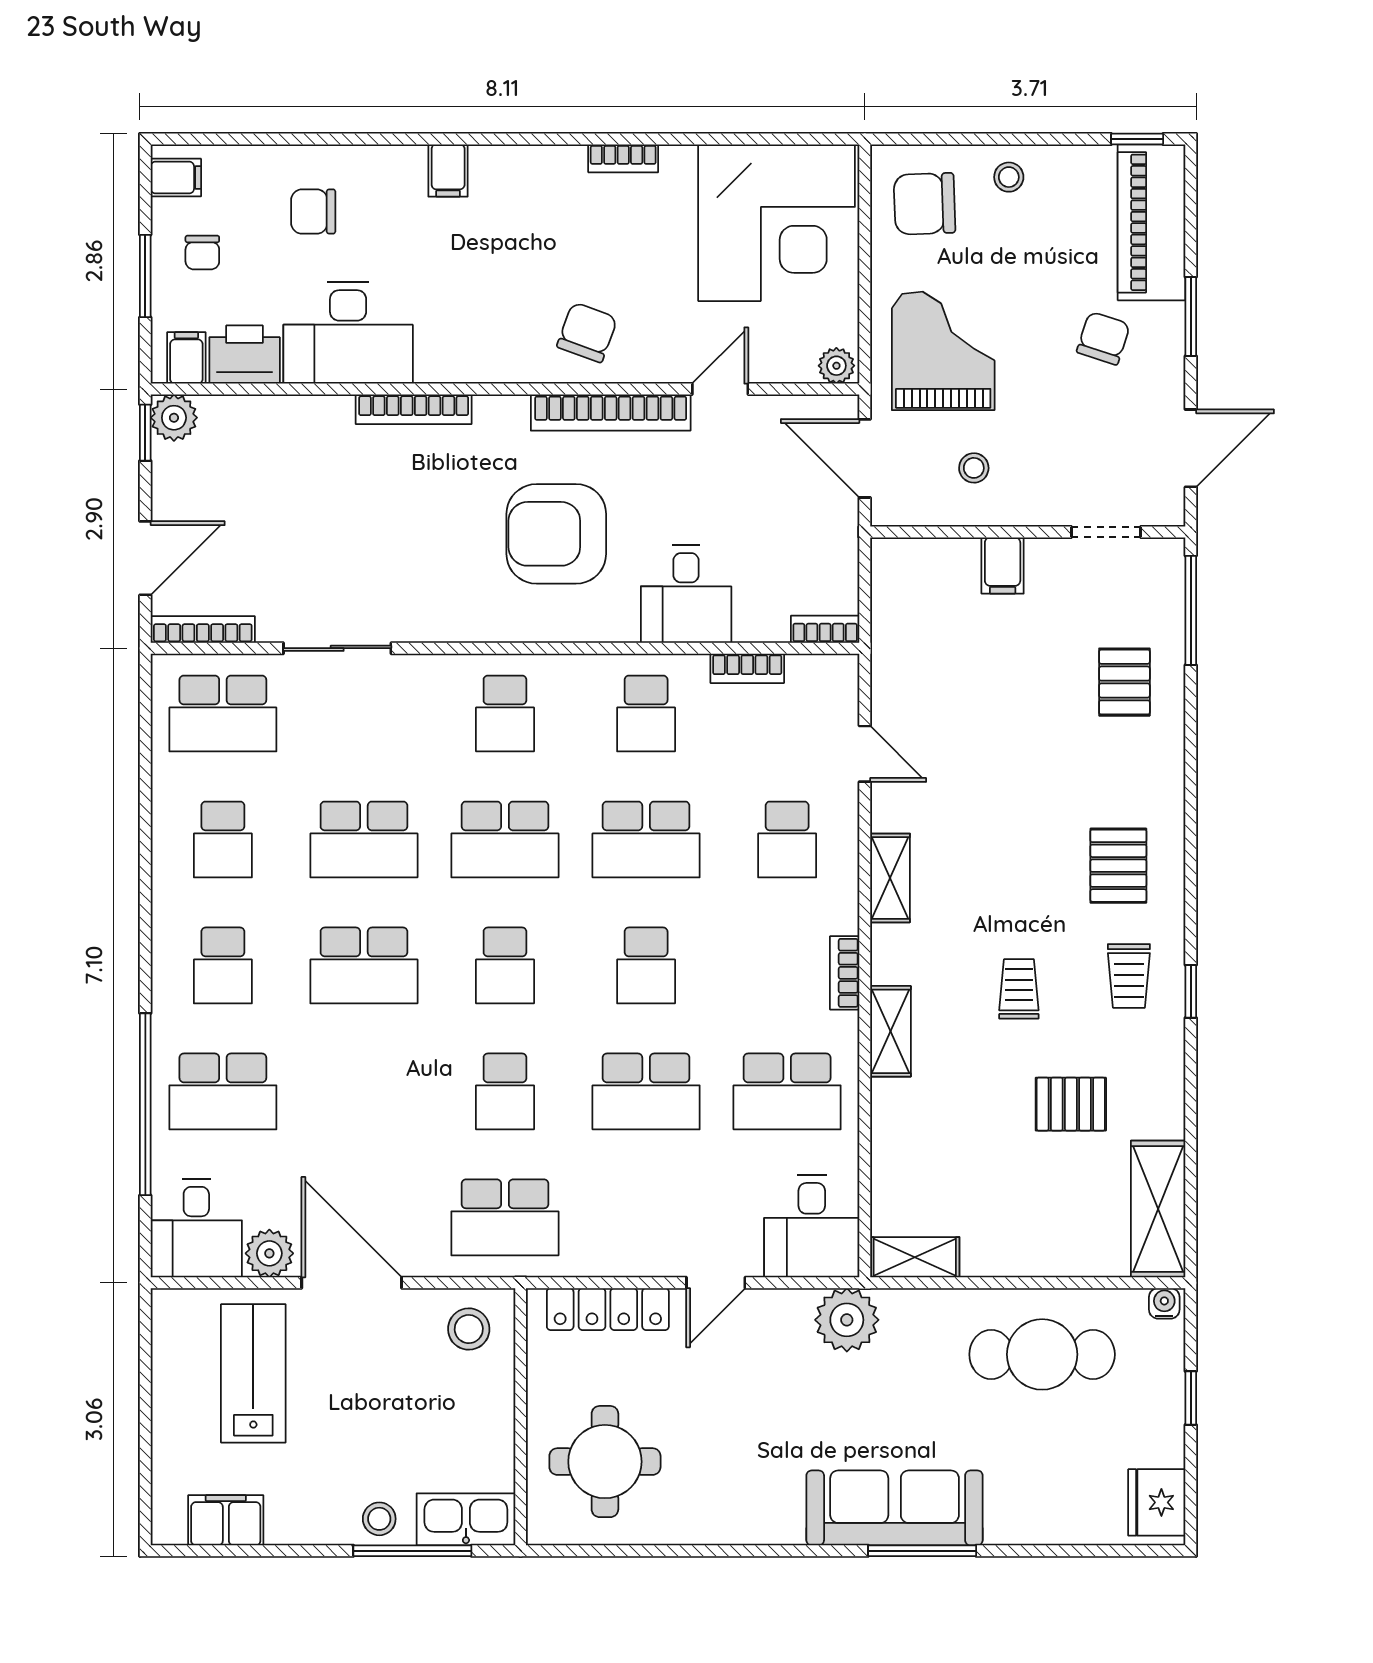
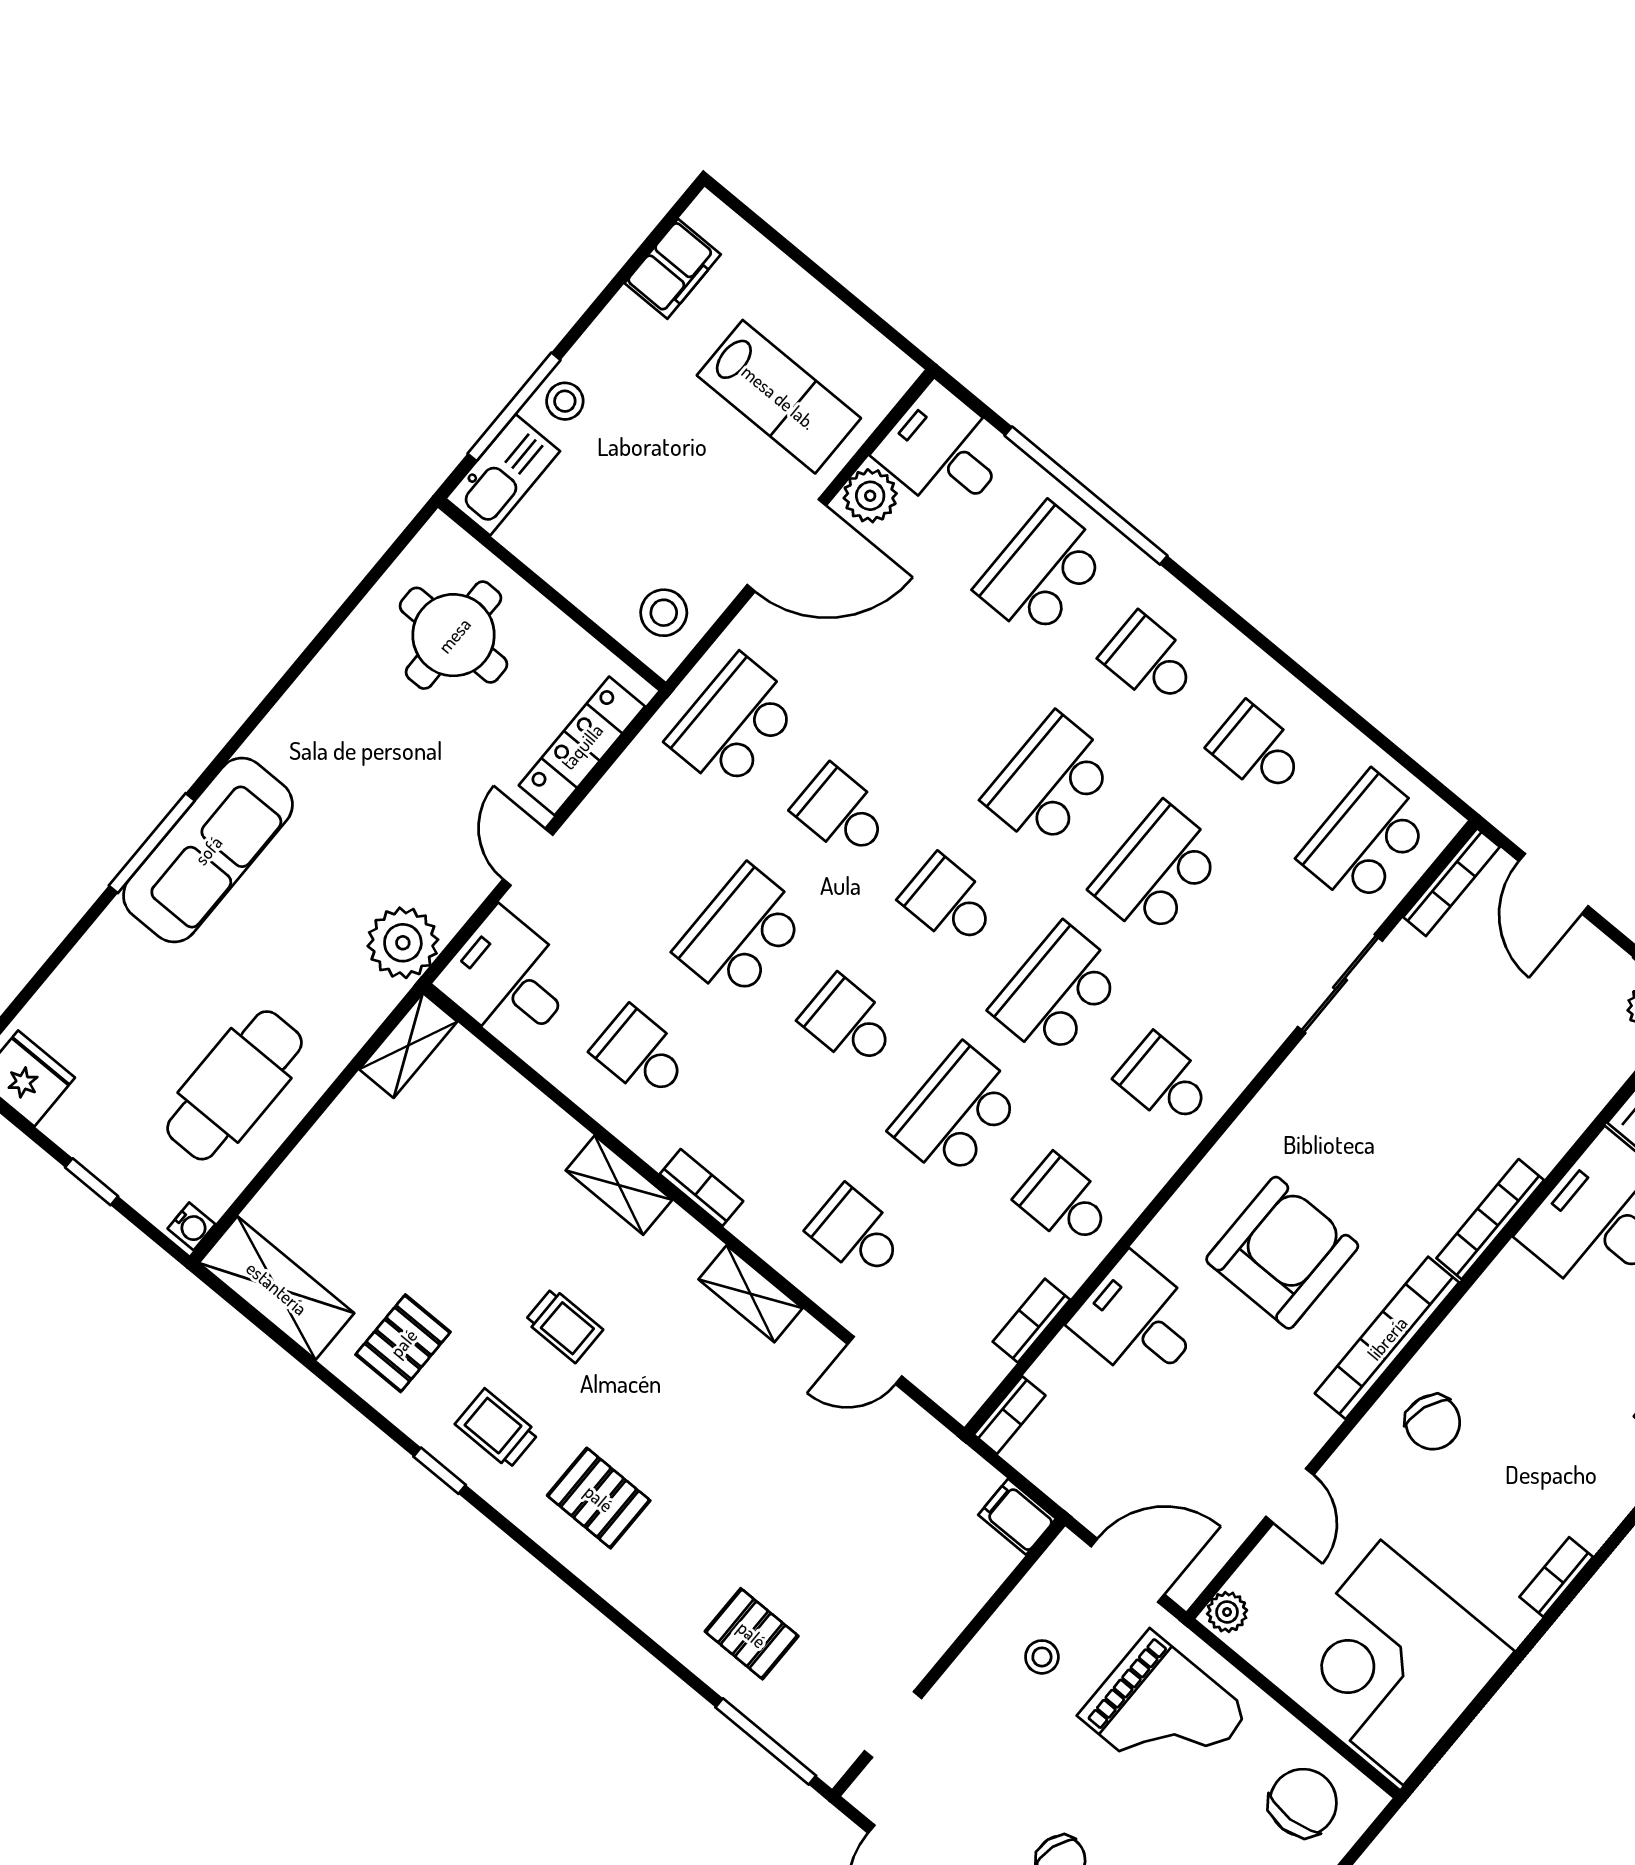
bookcase: (611, 413) -> (1387, 1338), moved
filing cabinet: (1003, 566) -> (1017, 1517), moved
school desk: (787, 1091) -> (641, 1054), width x0.54
pallet: (1071, 1104) -> (403, 1343), moved

